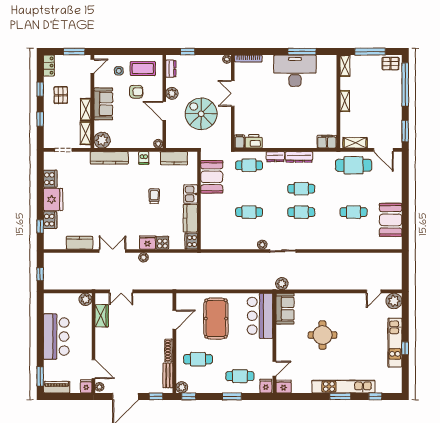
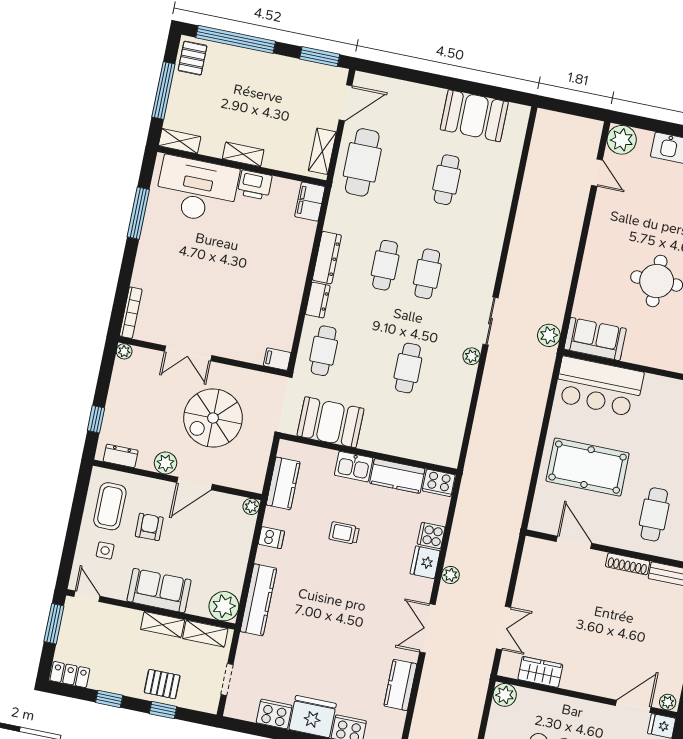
desk: (295, 71) -> (197, 190), moved, turned 90
pallet: (61, 95) -> (162, 684), moved
printer: (254, 141) -> (255, 185), moved, turned -90

